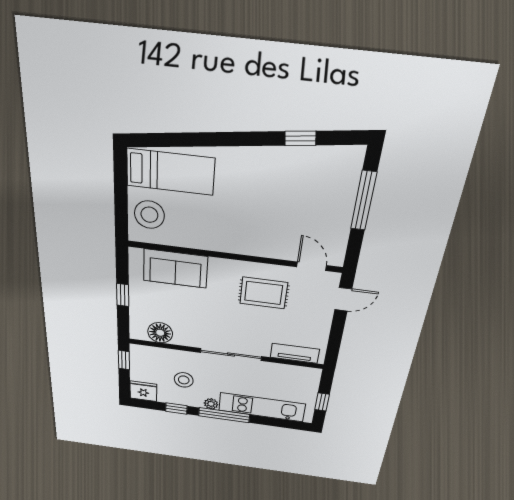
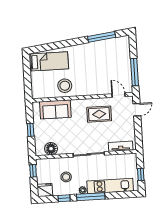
window: (300, 138) -> (102, 37), width x2.17
window: (364, 201) -> (135, 72), moved
stool: (149, 215) -> (65, 86), moved

